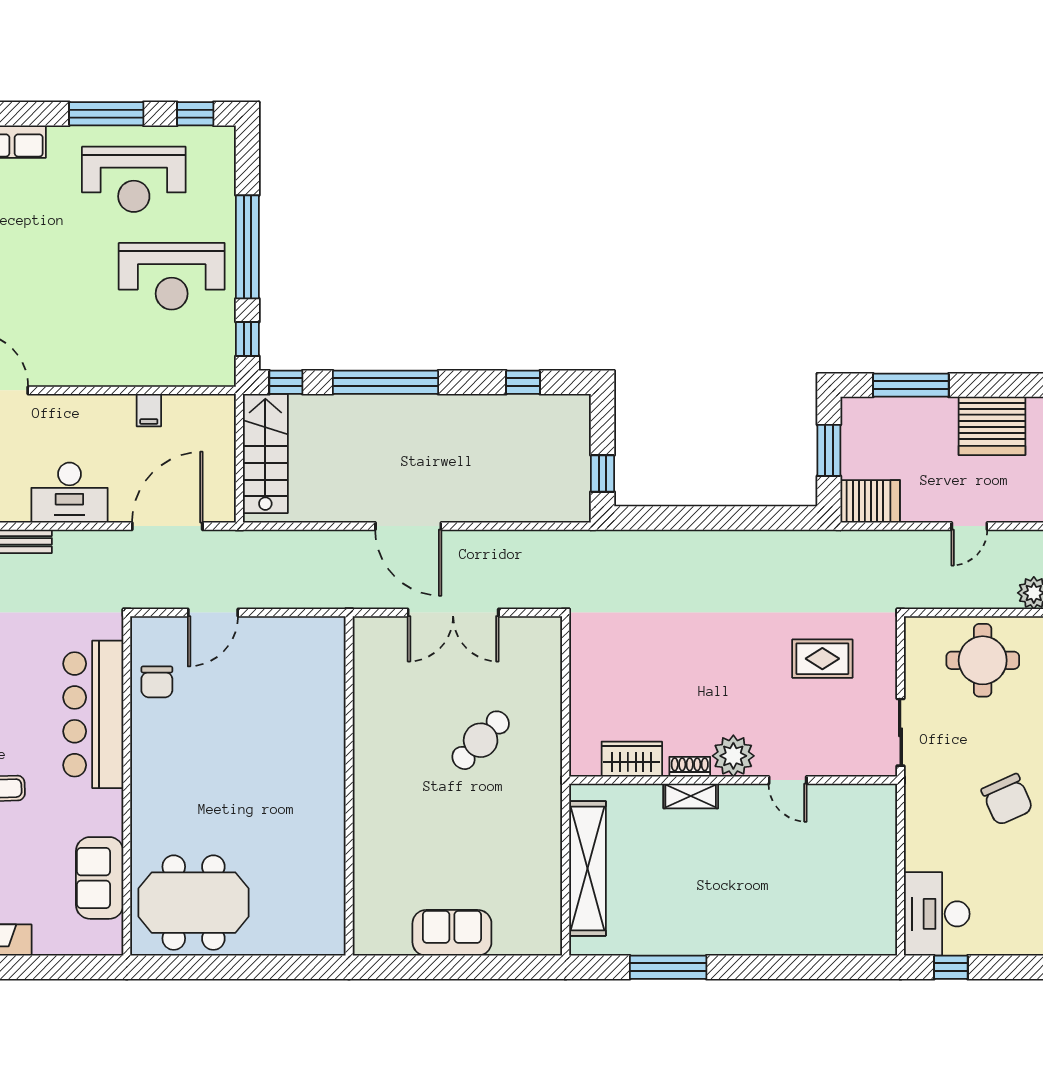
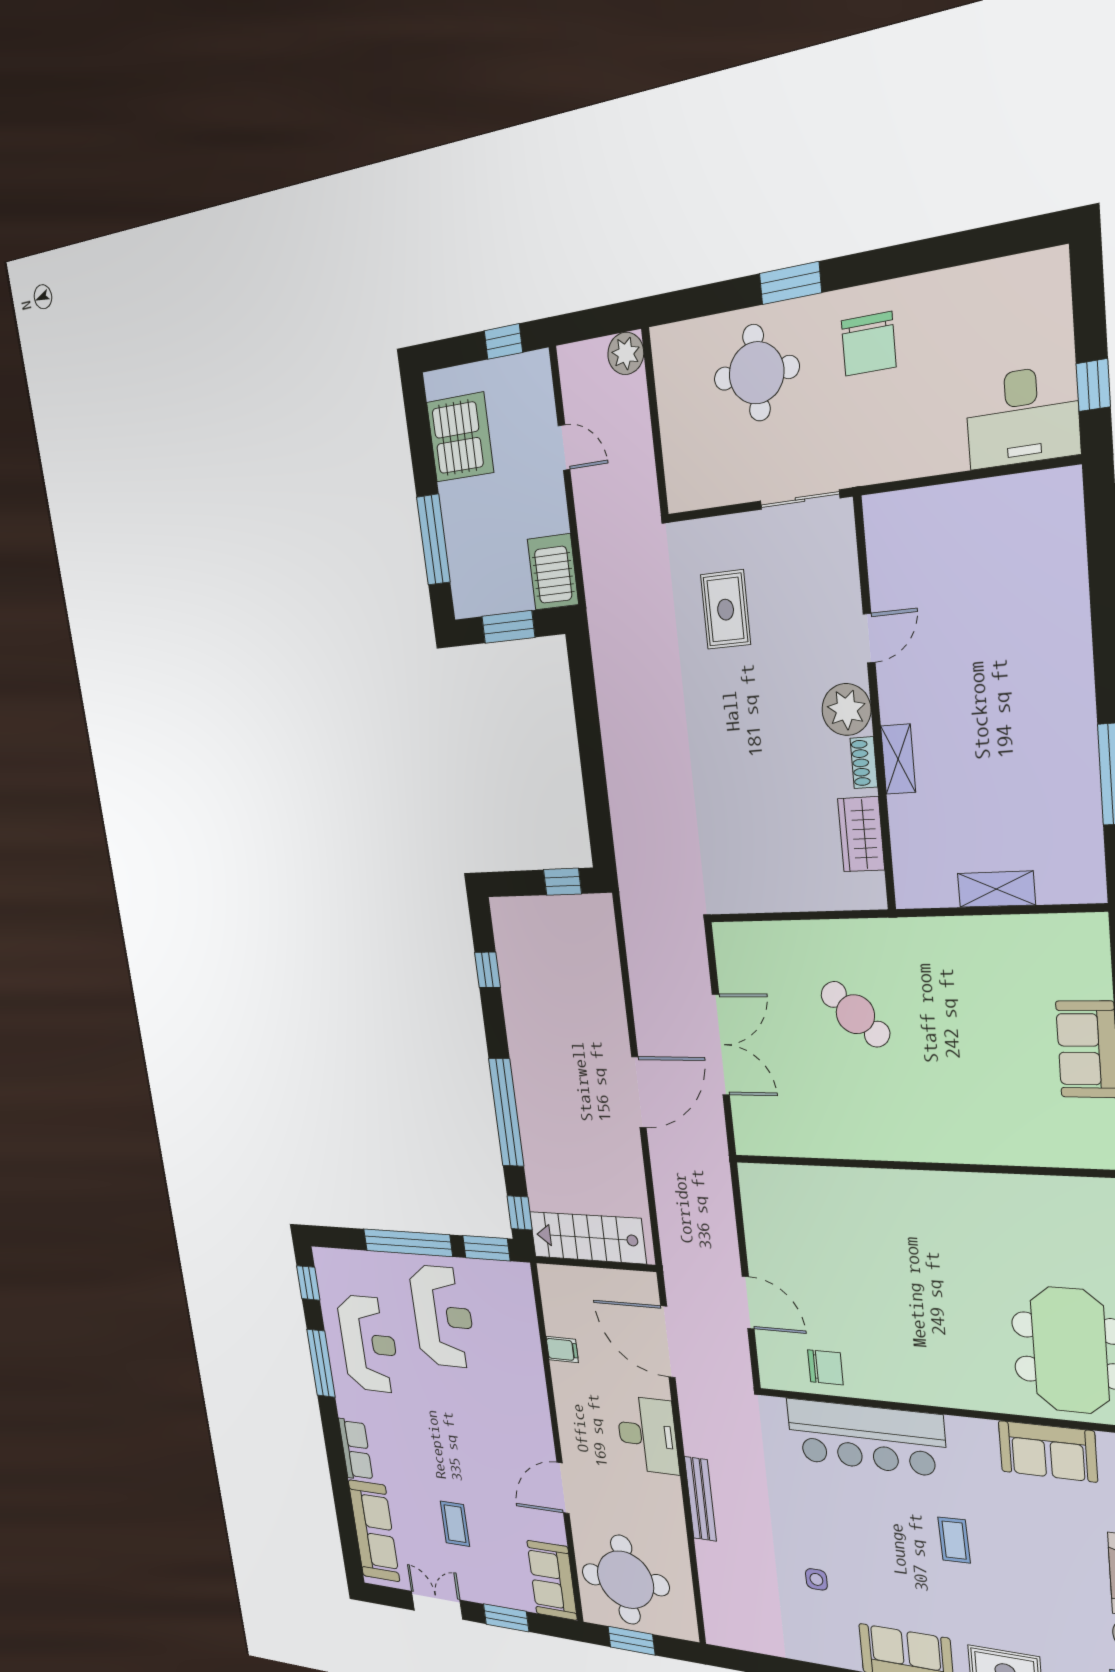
window: (247, 339) -> (486, 1248), width x1.50
round table: (983, 660) -> (757, 373), moved
chair: (1007, 800) -> (869, 344), turned 114
shelving: (587, 868) -> (996, 889), width x0.45, depth x0.75

